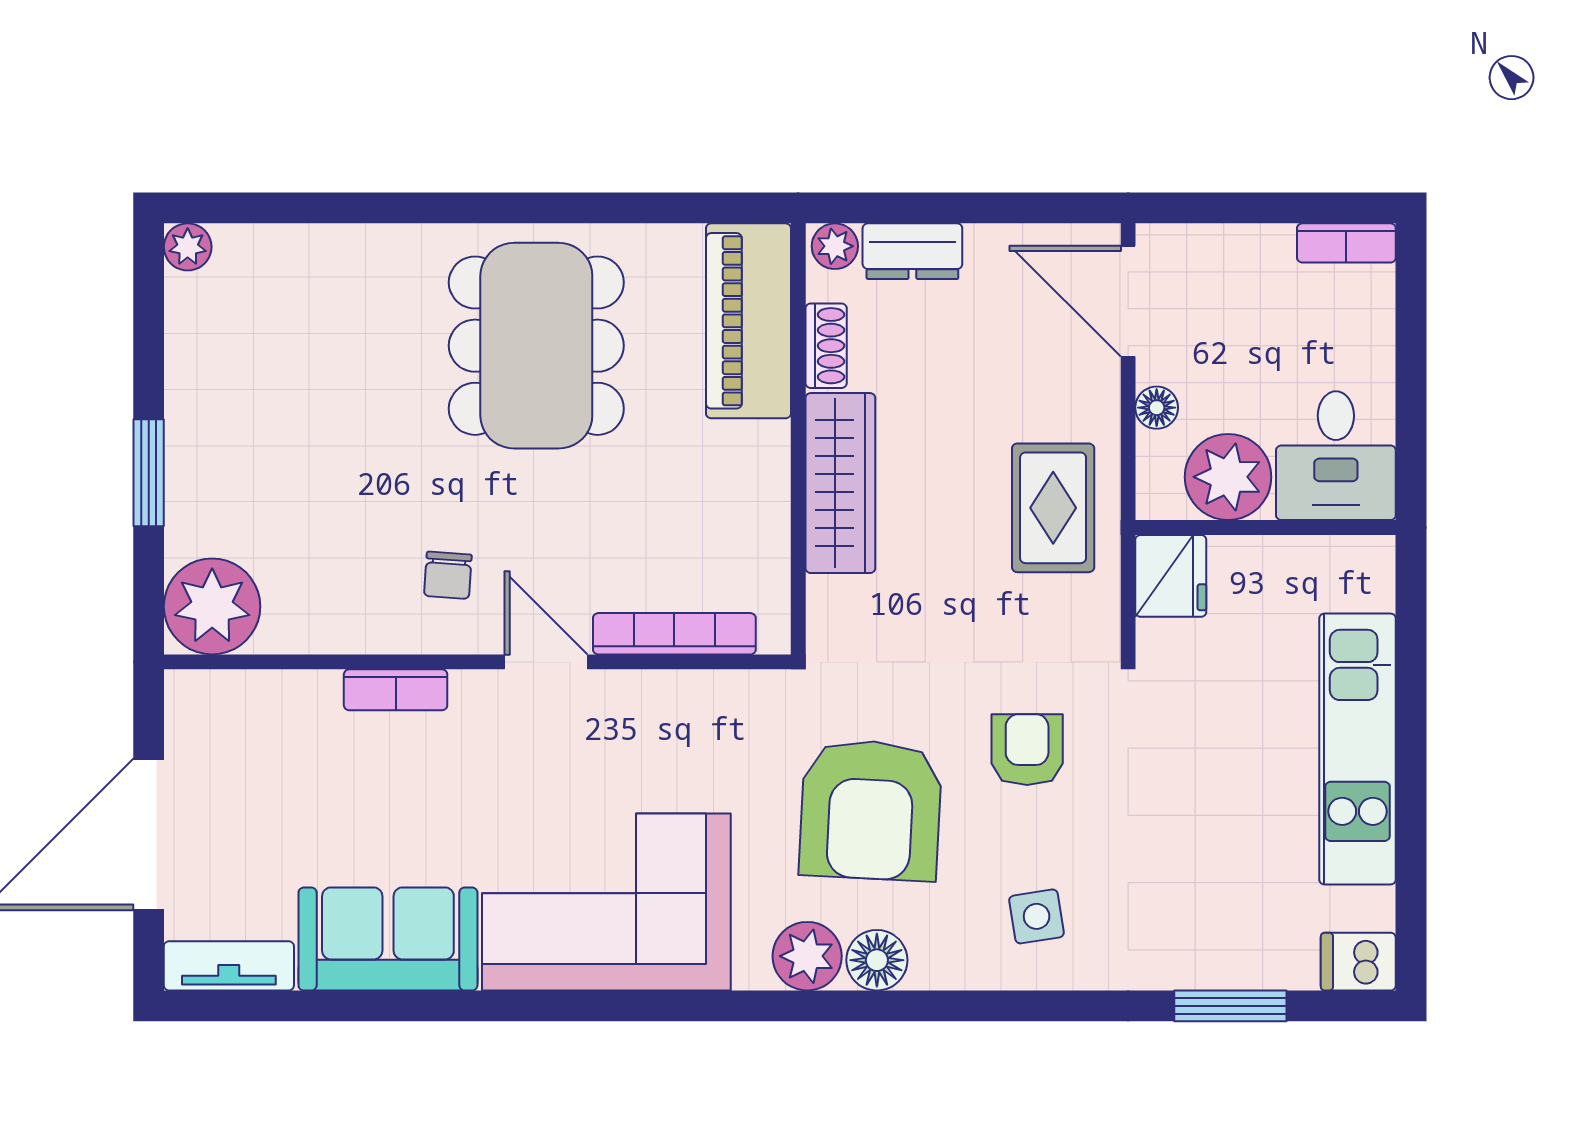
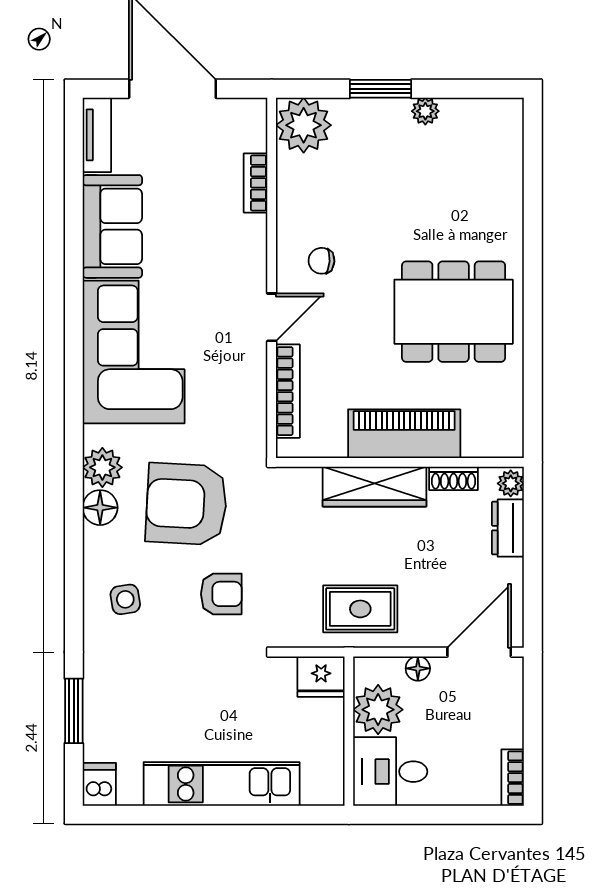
plant: (188, 247) -> (425, 111), moved
piano: (748, 321) -> (404, 434), moved
bookcase: (396, 690) -> (256, 183), moved

